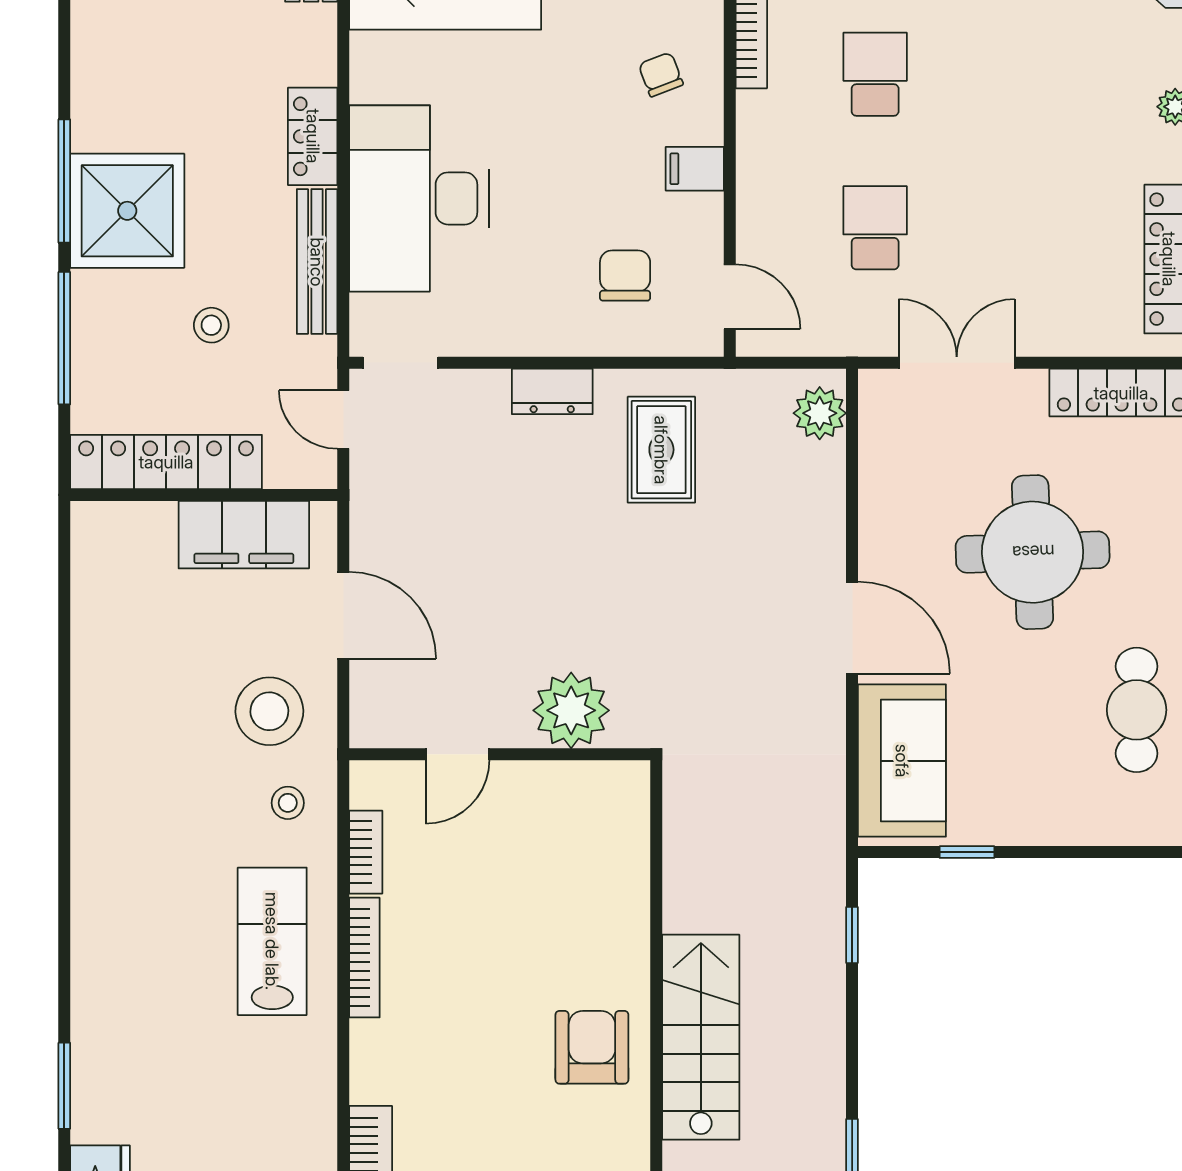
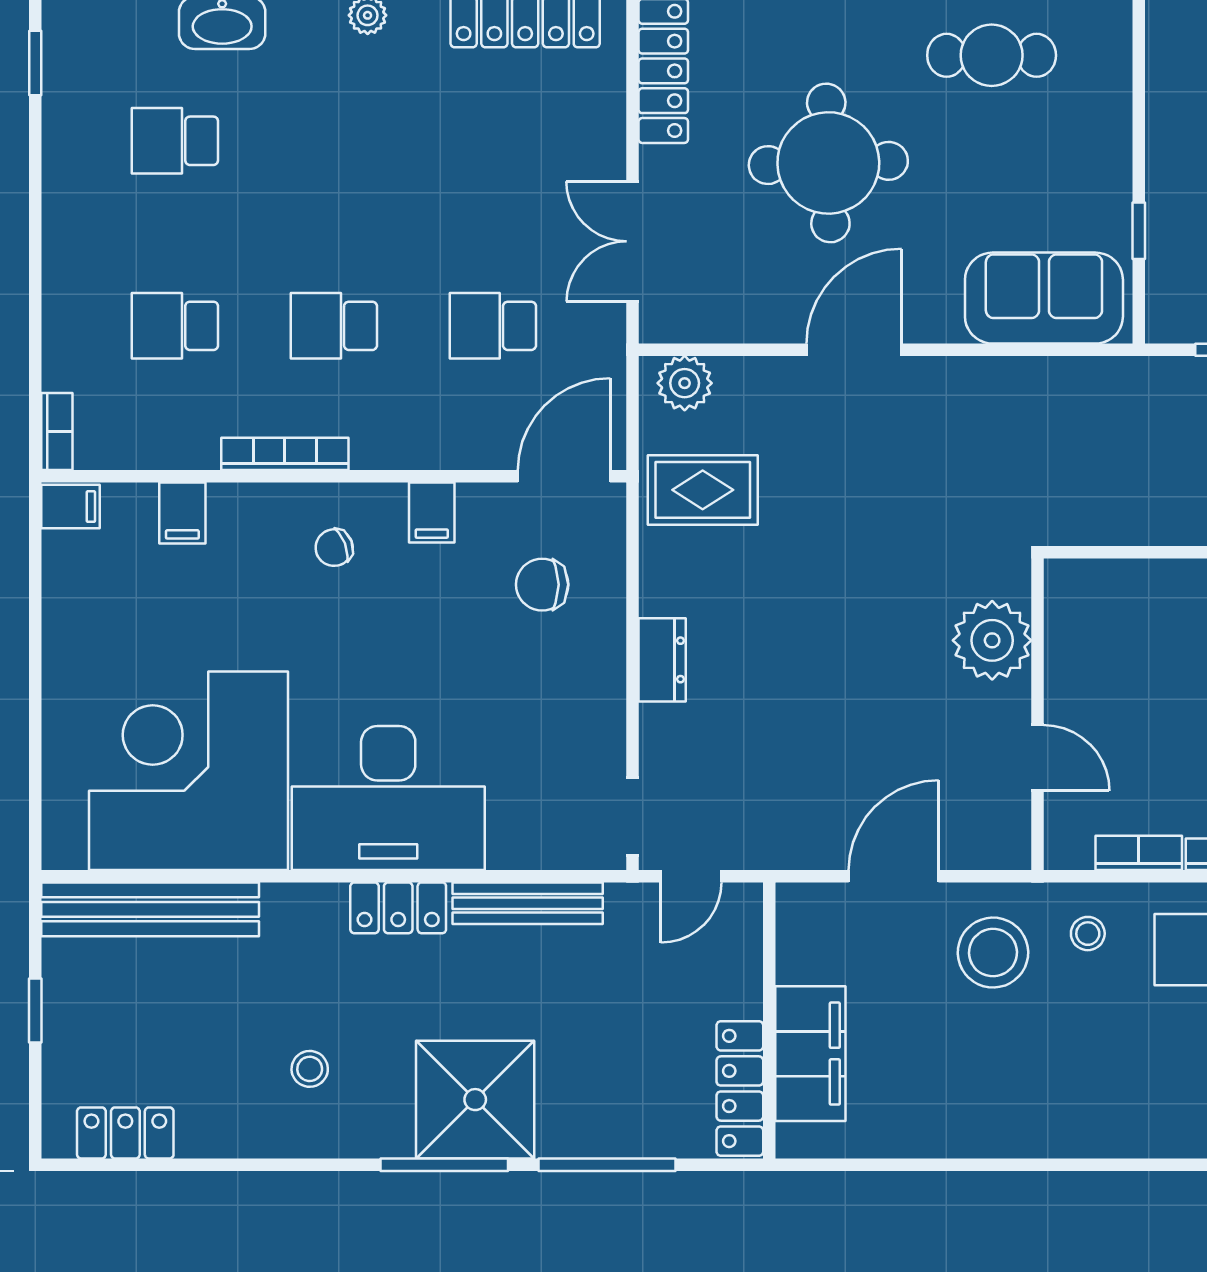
desk: (419, 198) -> (388, 798), moved
door: (730, 297) -> (564, 476), width x1.38
stool: (211, 325) -> (310, 1069), moved
rug: (661, 450) -> (703, 490), moved
locker: (166, 462) -> (740, 1088), width x0.71, depth x0.83
filing cabinet: (244, 535) -> (810, 1054), moved
door: (852, 628) -> (854, 350), moved

